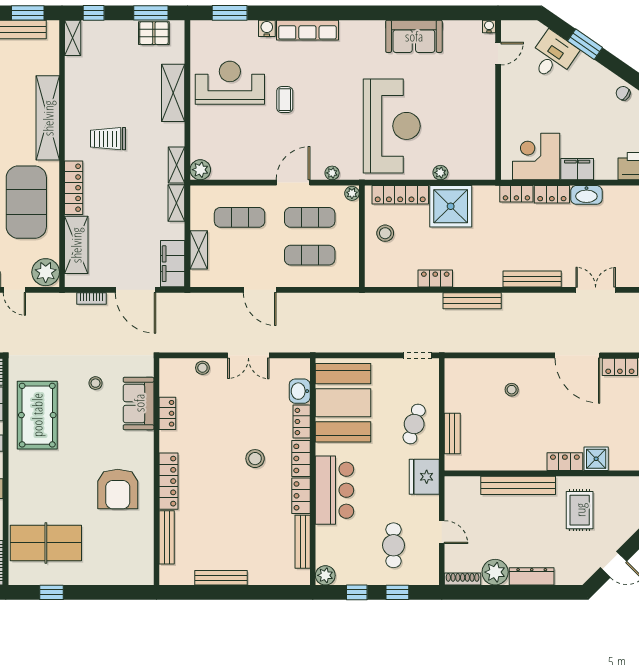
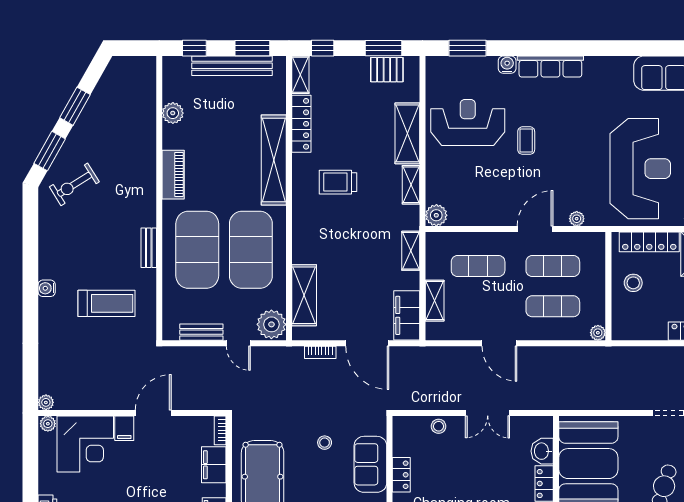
shelving: (177, 165) -> (411, 185), moved
locker: (74, 188) -> (301, 124), moved
plant: (352, 193) -> (598, 333), moved

